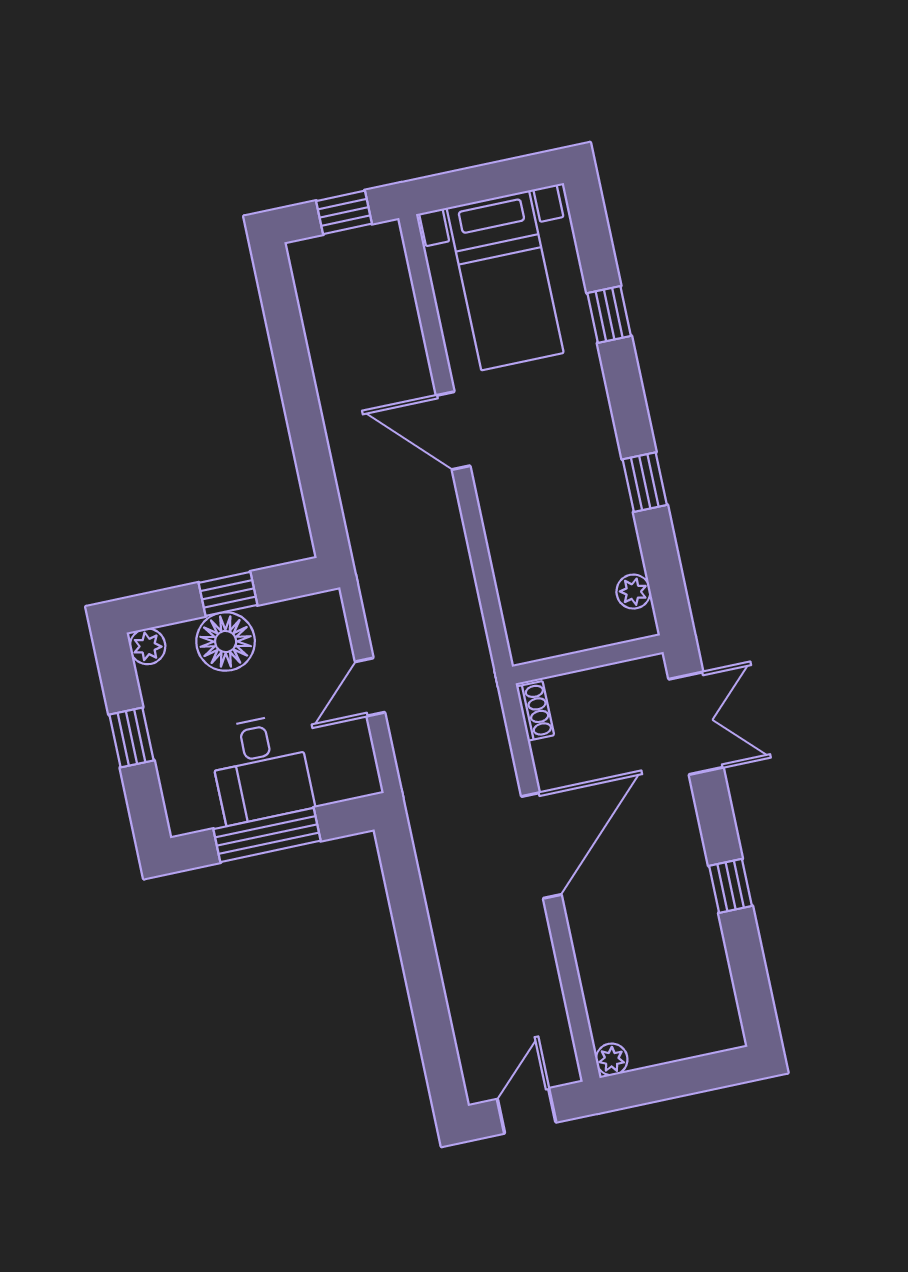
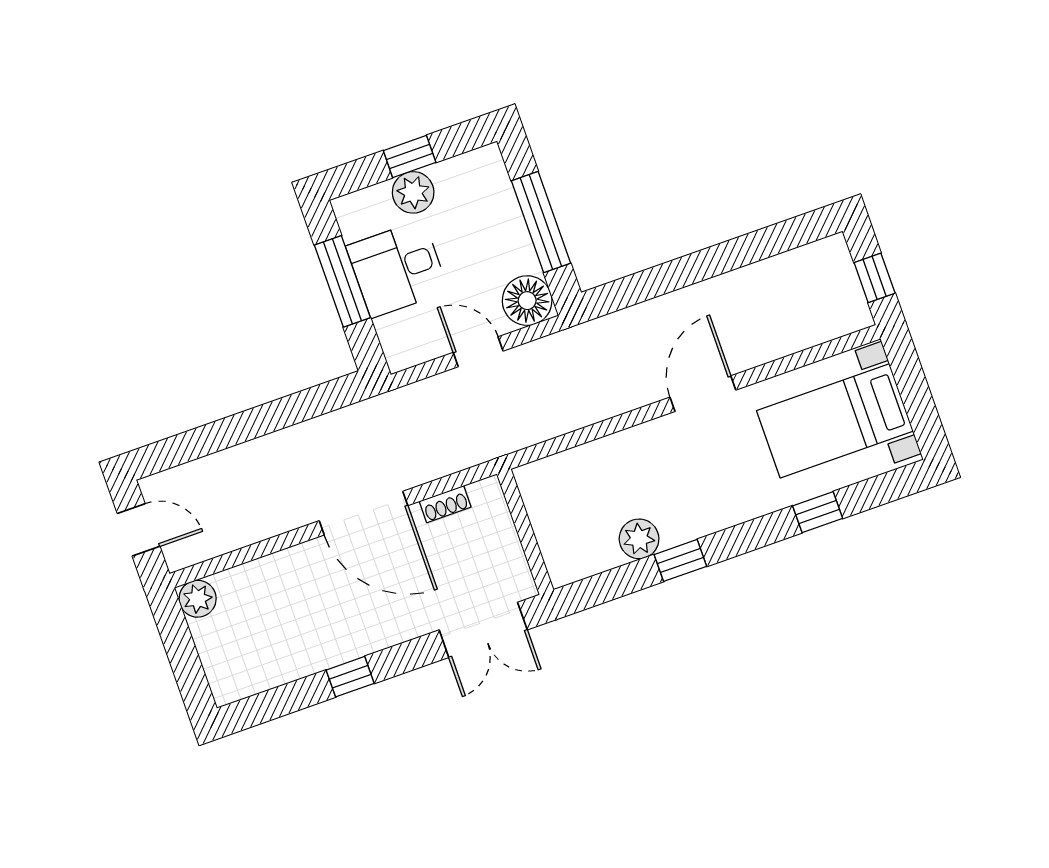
plant: (633, 592) -> (639, 539), moved, width x1.38, depth x1.38
window: (228, 594) -> (541, 222), width x2.17
floor lamp: (226, 642) -> (527, 301), moved
plant: (147, 646) -> (413, 192), moved, width x1.38, depth x1.38
shoe rack: (535, 711) -> (445, 504), moved
plant: (612, 1059) -> (198, 599), width x1.38, depth x1.38

